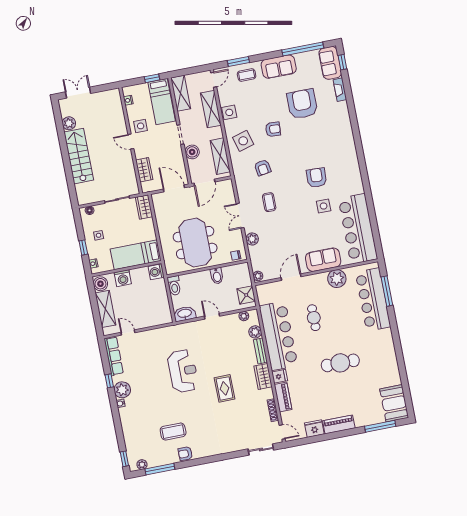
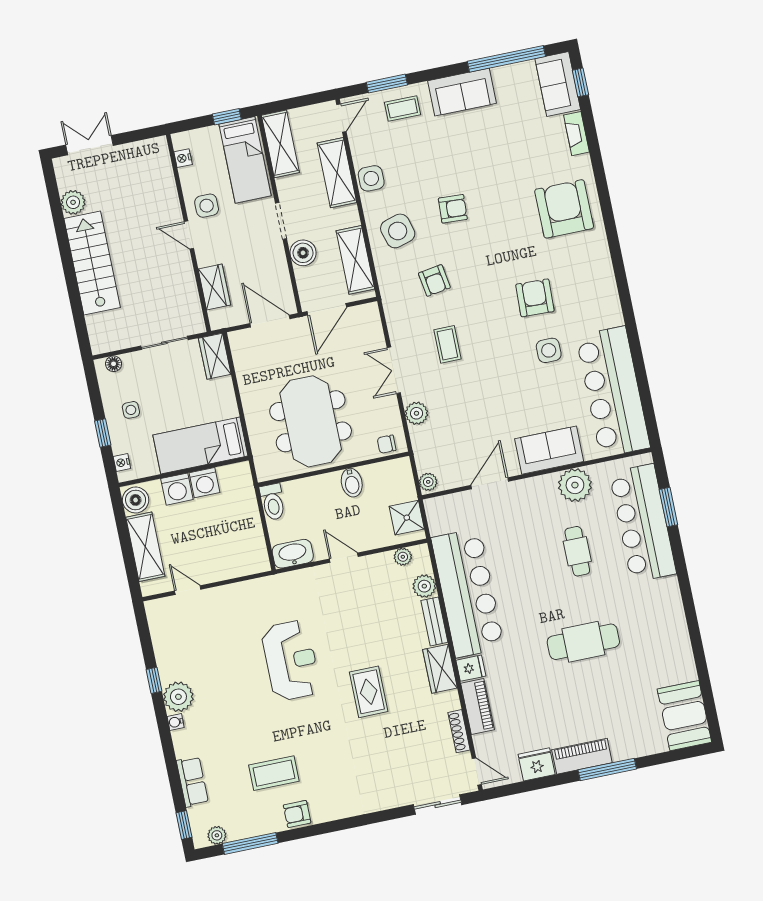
armchair: (302, 104) -> (564, 209), moved
washing machine: (156, 272) -> (204, 483), moved, turned -90
window: (387, 291) -> (668, 507), width x0.69
cafe table: (314, 318) -> (577, 551), moved
row of seats: (114, 356) -> (192, 782), moved, width x0.68
window: (380, 426) -> (607, 769), moved

